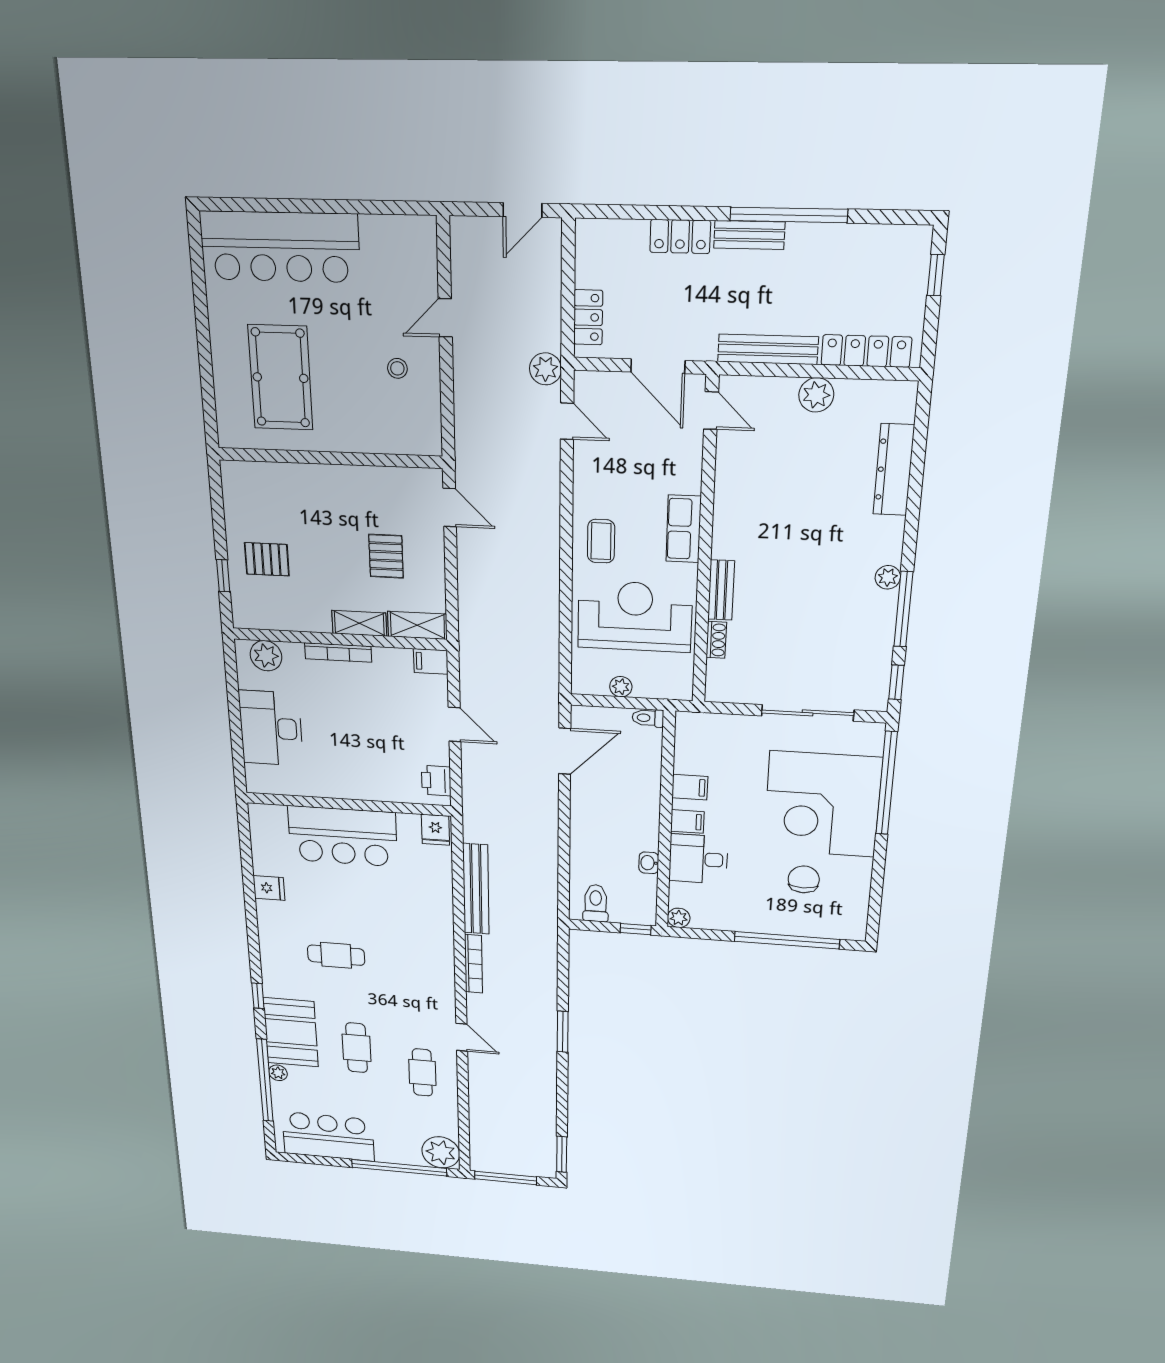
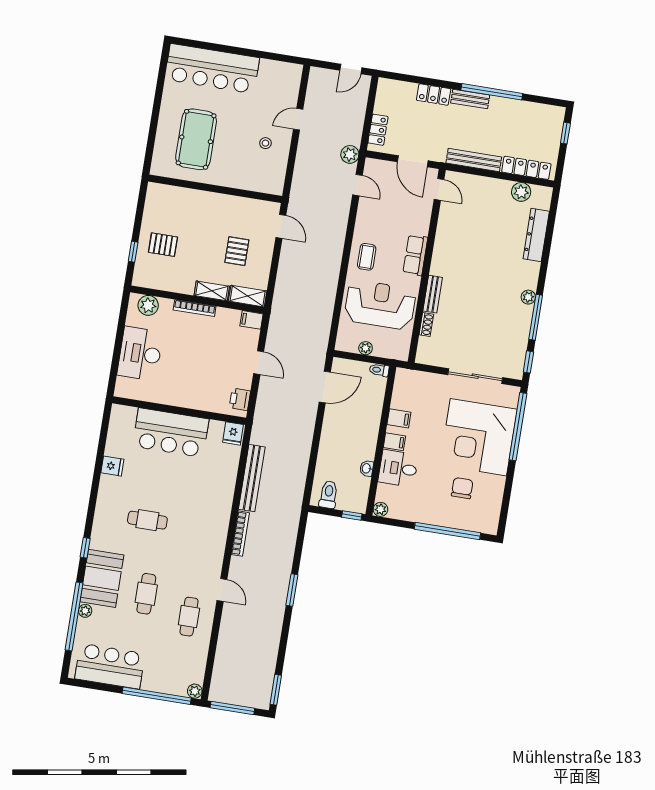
plant: (816, 395) -> (521, 192), moved
plant: (441, 1152) -> (195, 691), width x0.53, depth x0.53

